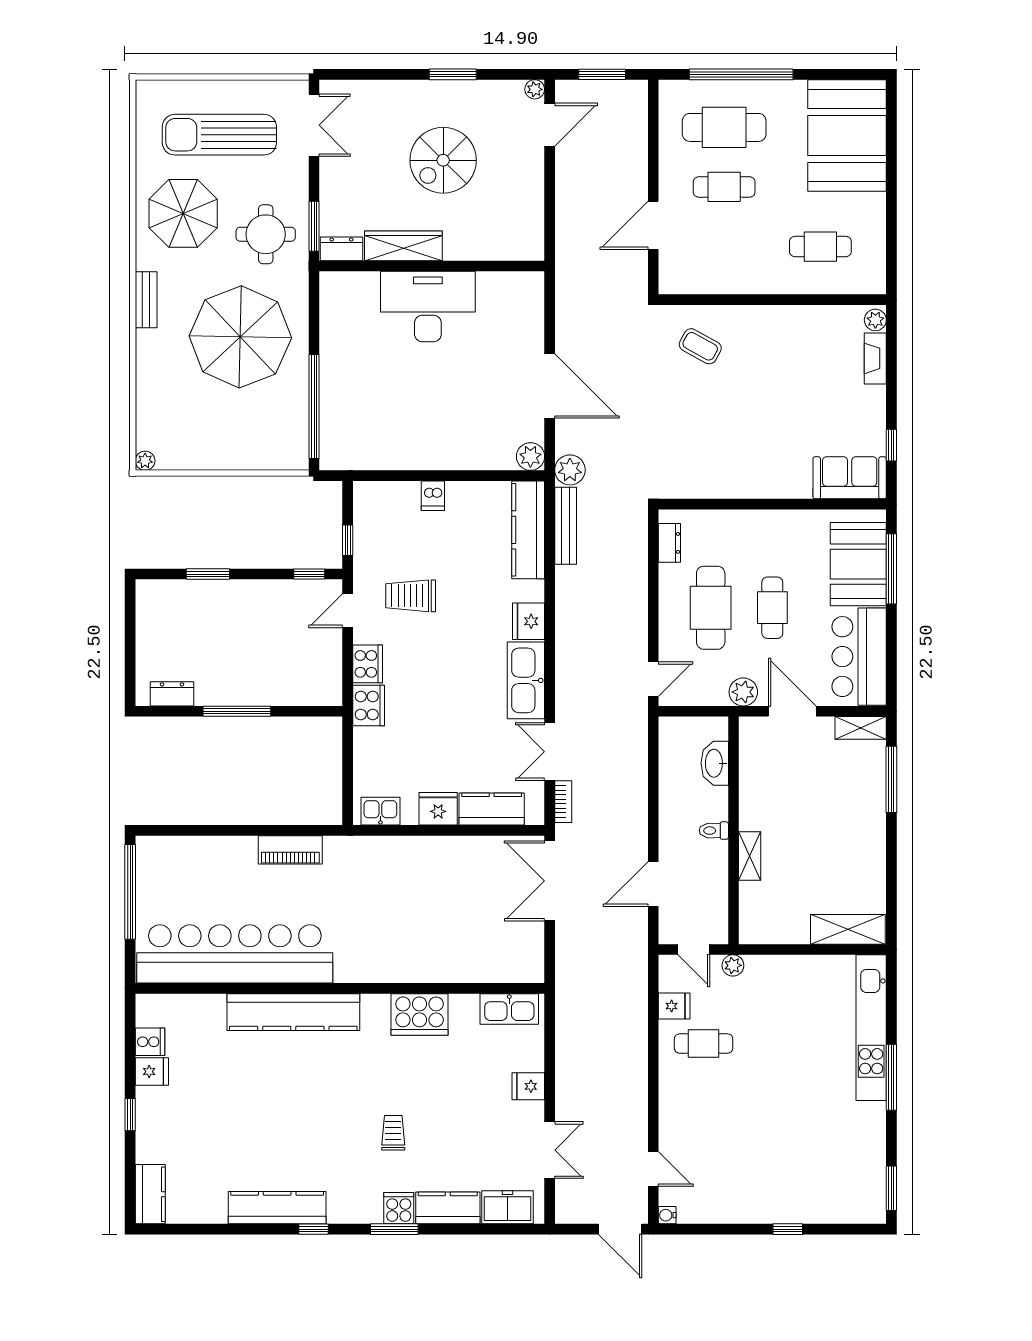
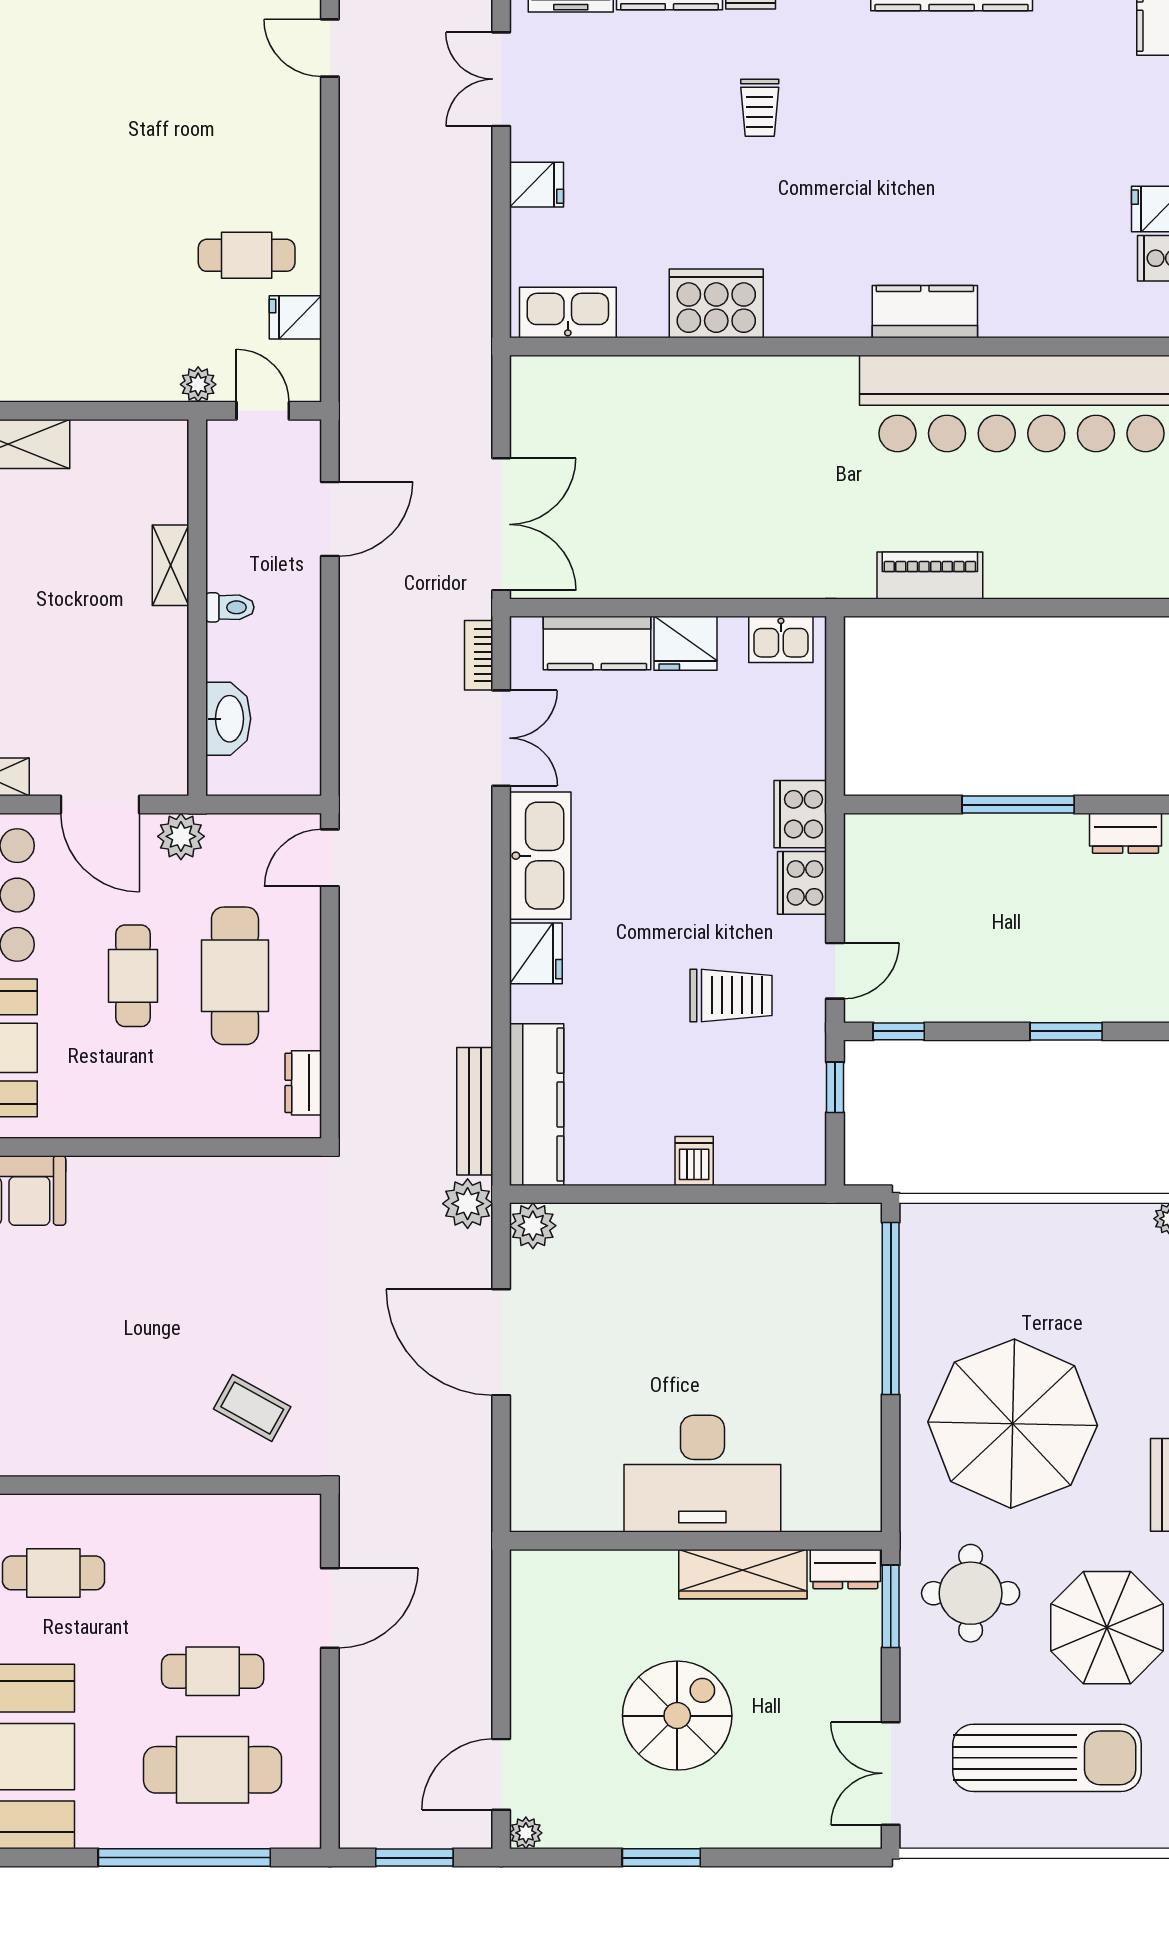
kitchen counter: (293, 1012) -> (925, 312), width x0.48, depth x0.86

